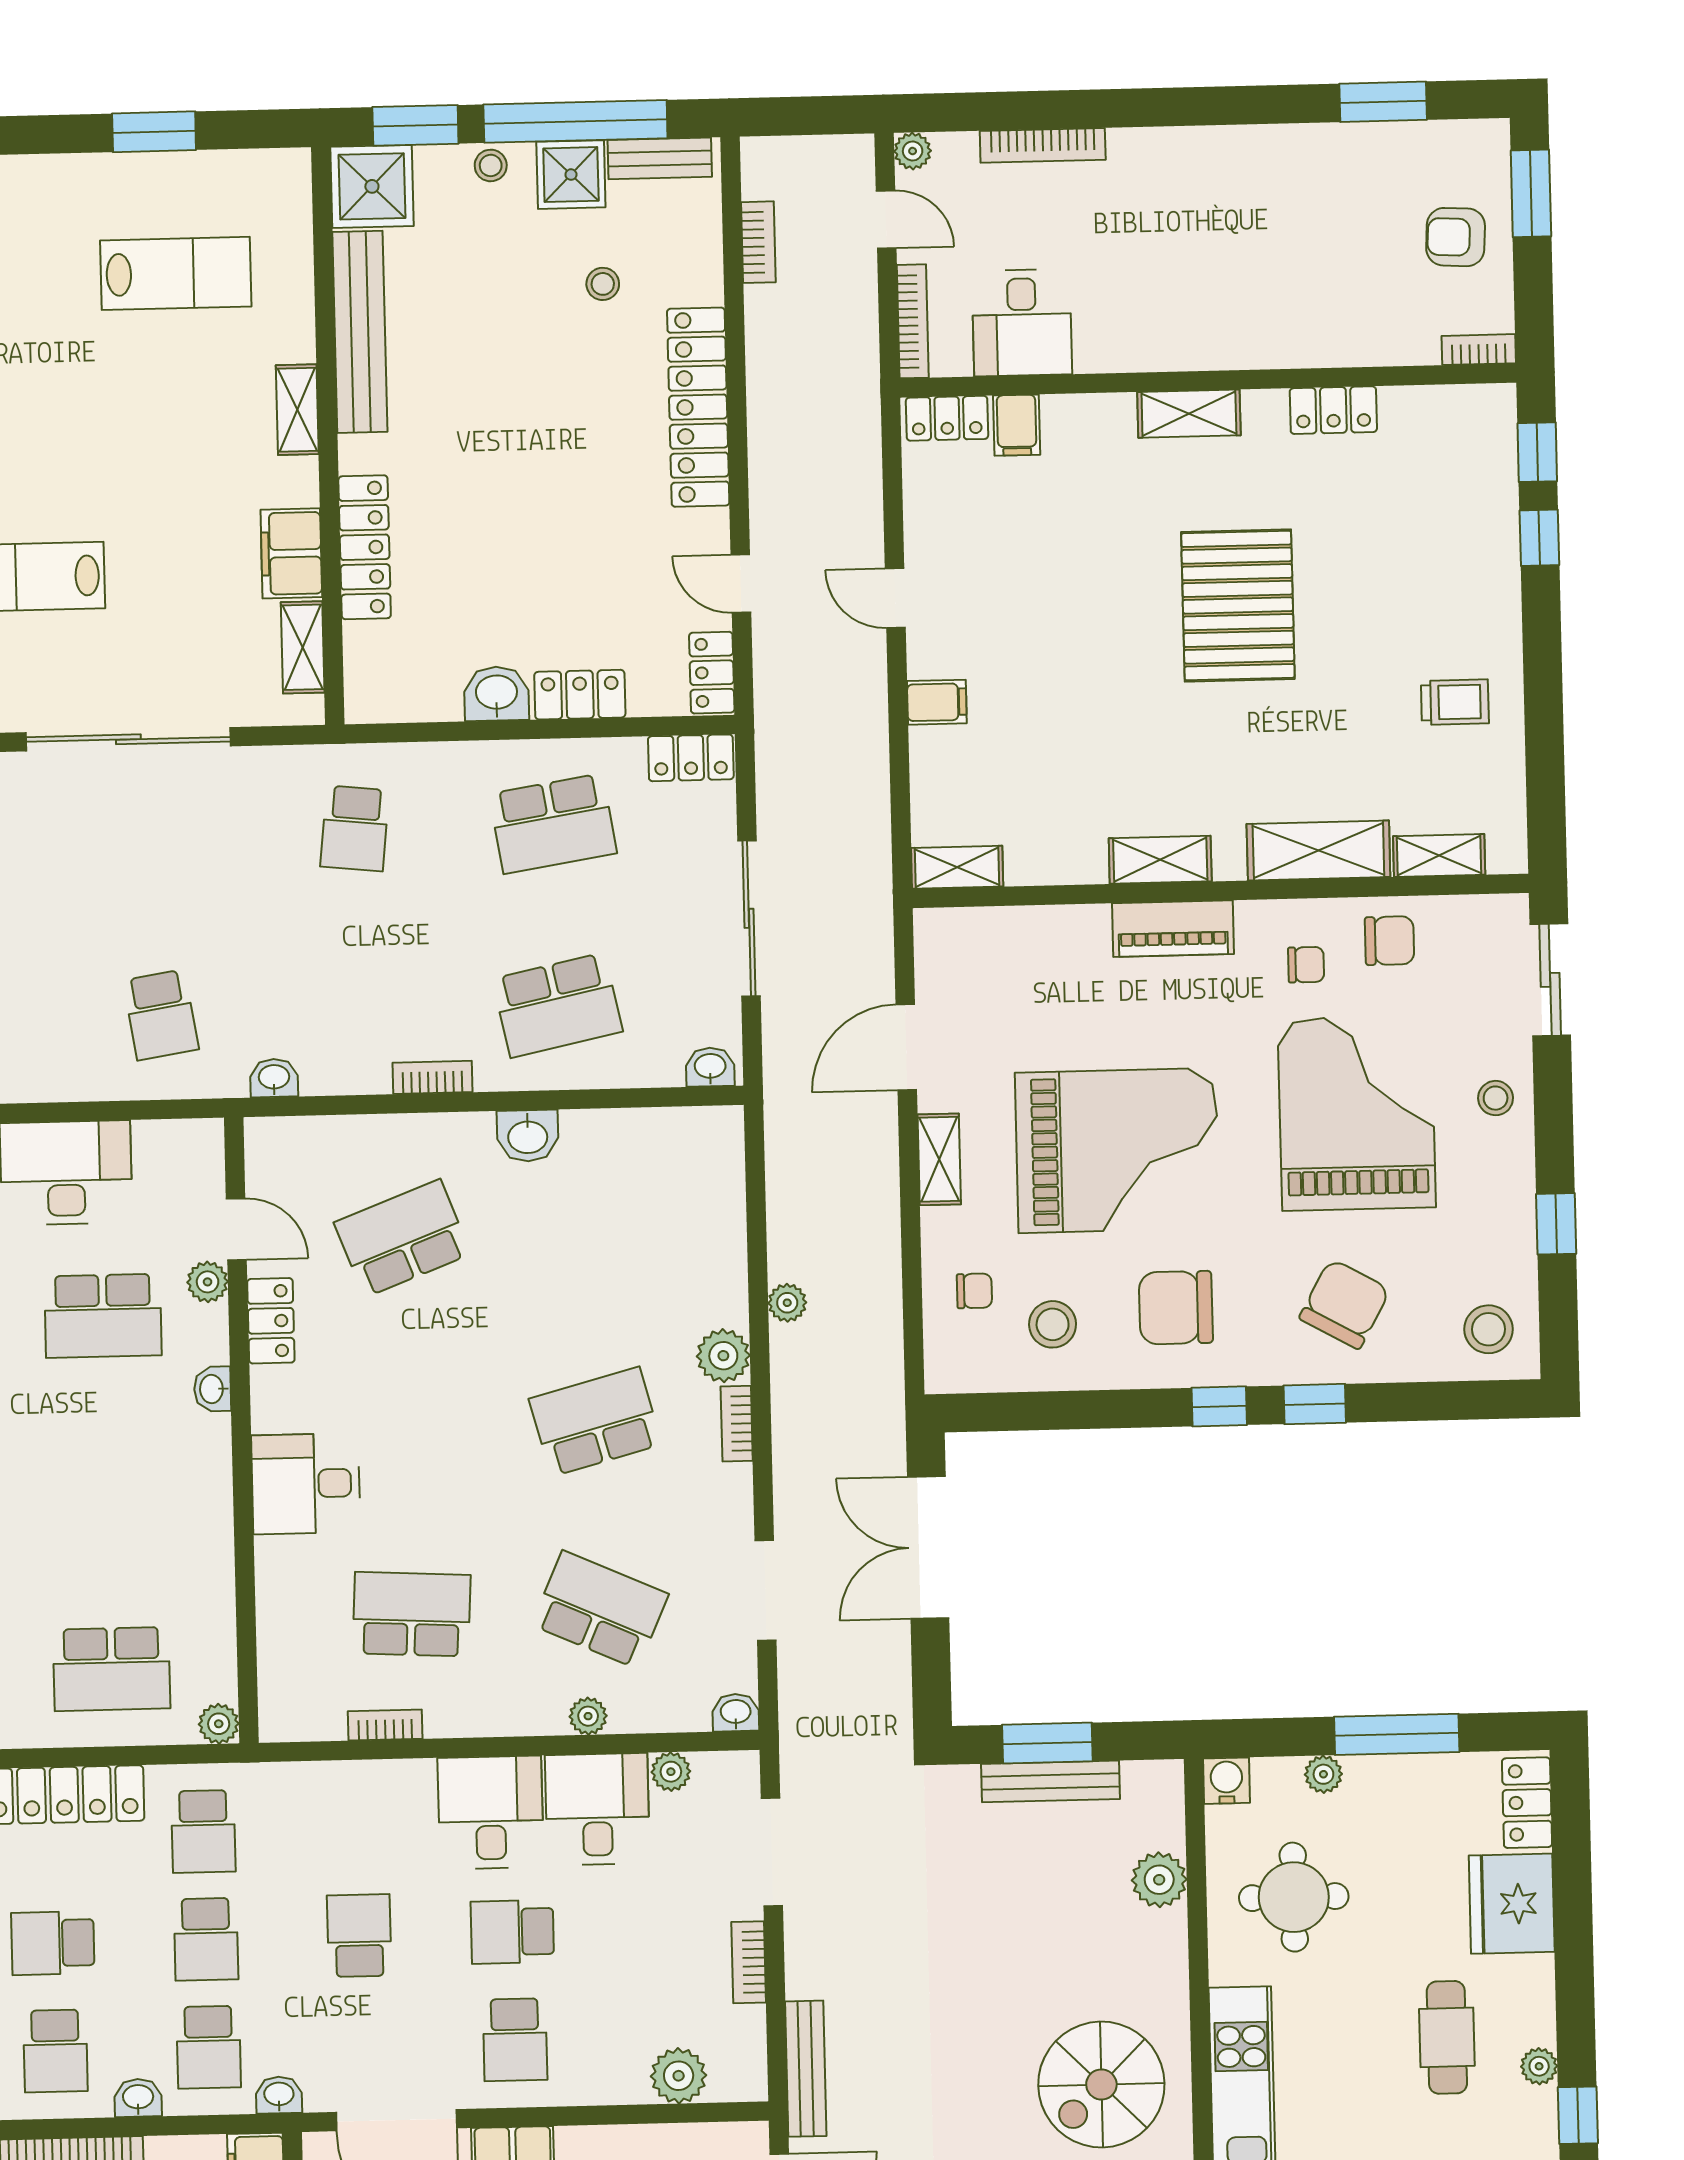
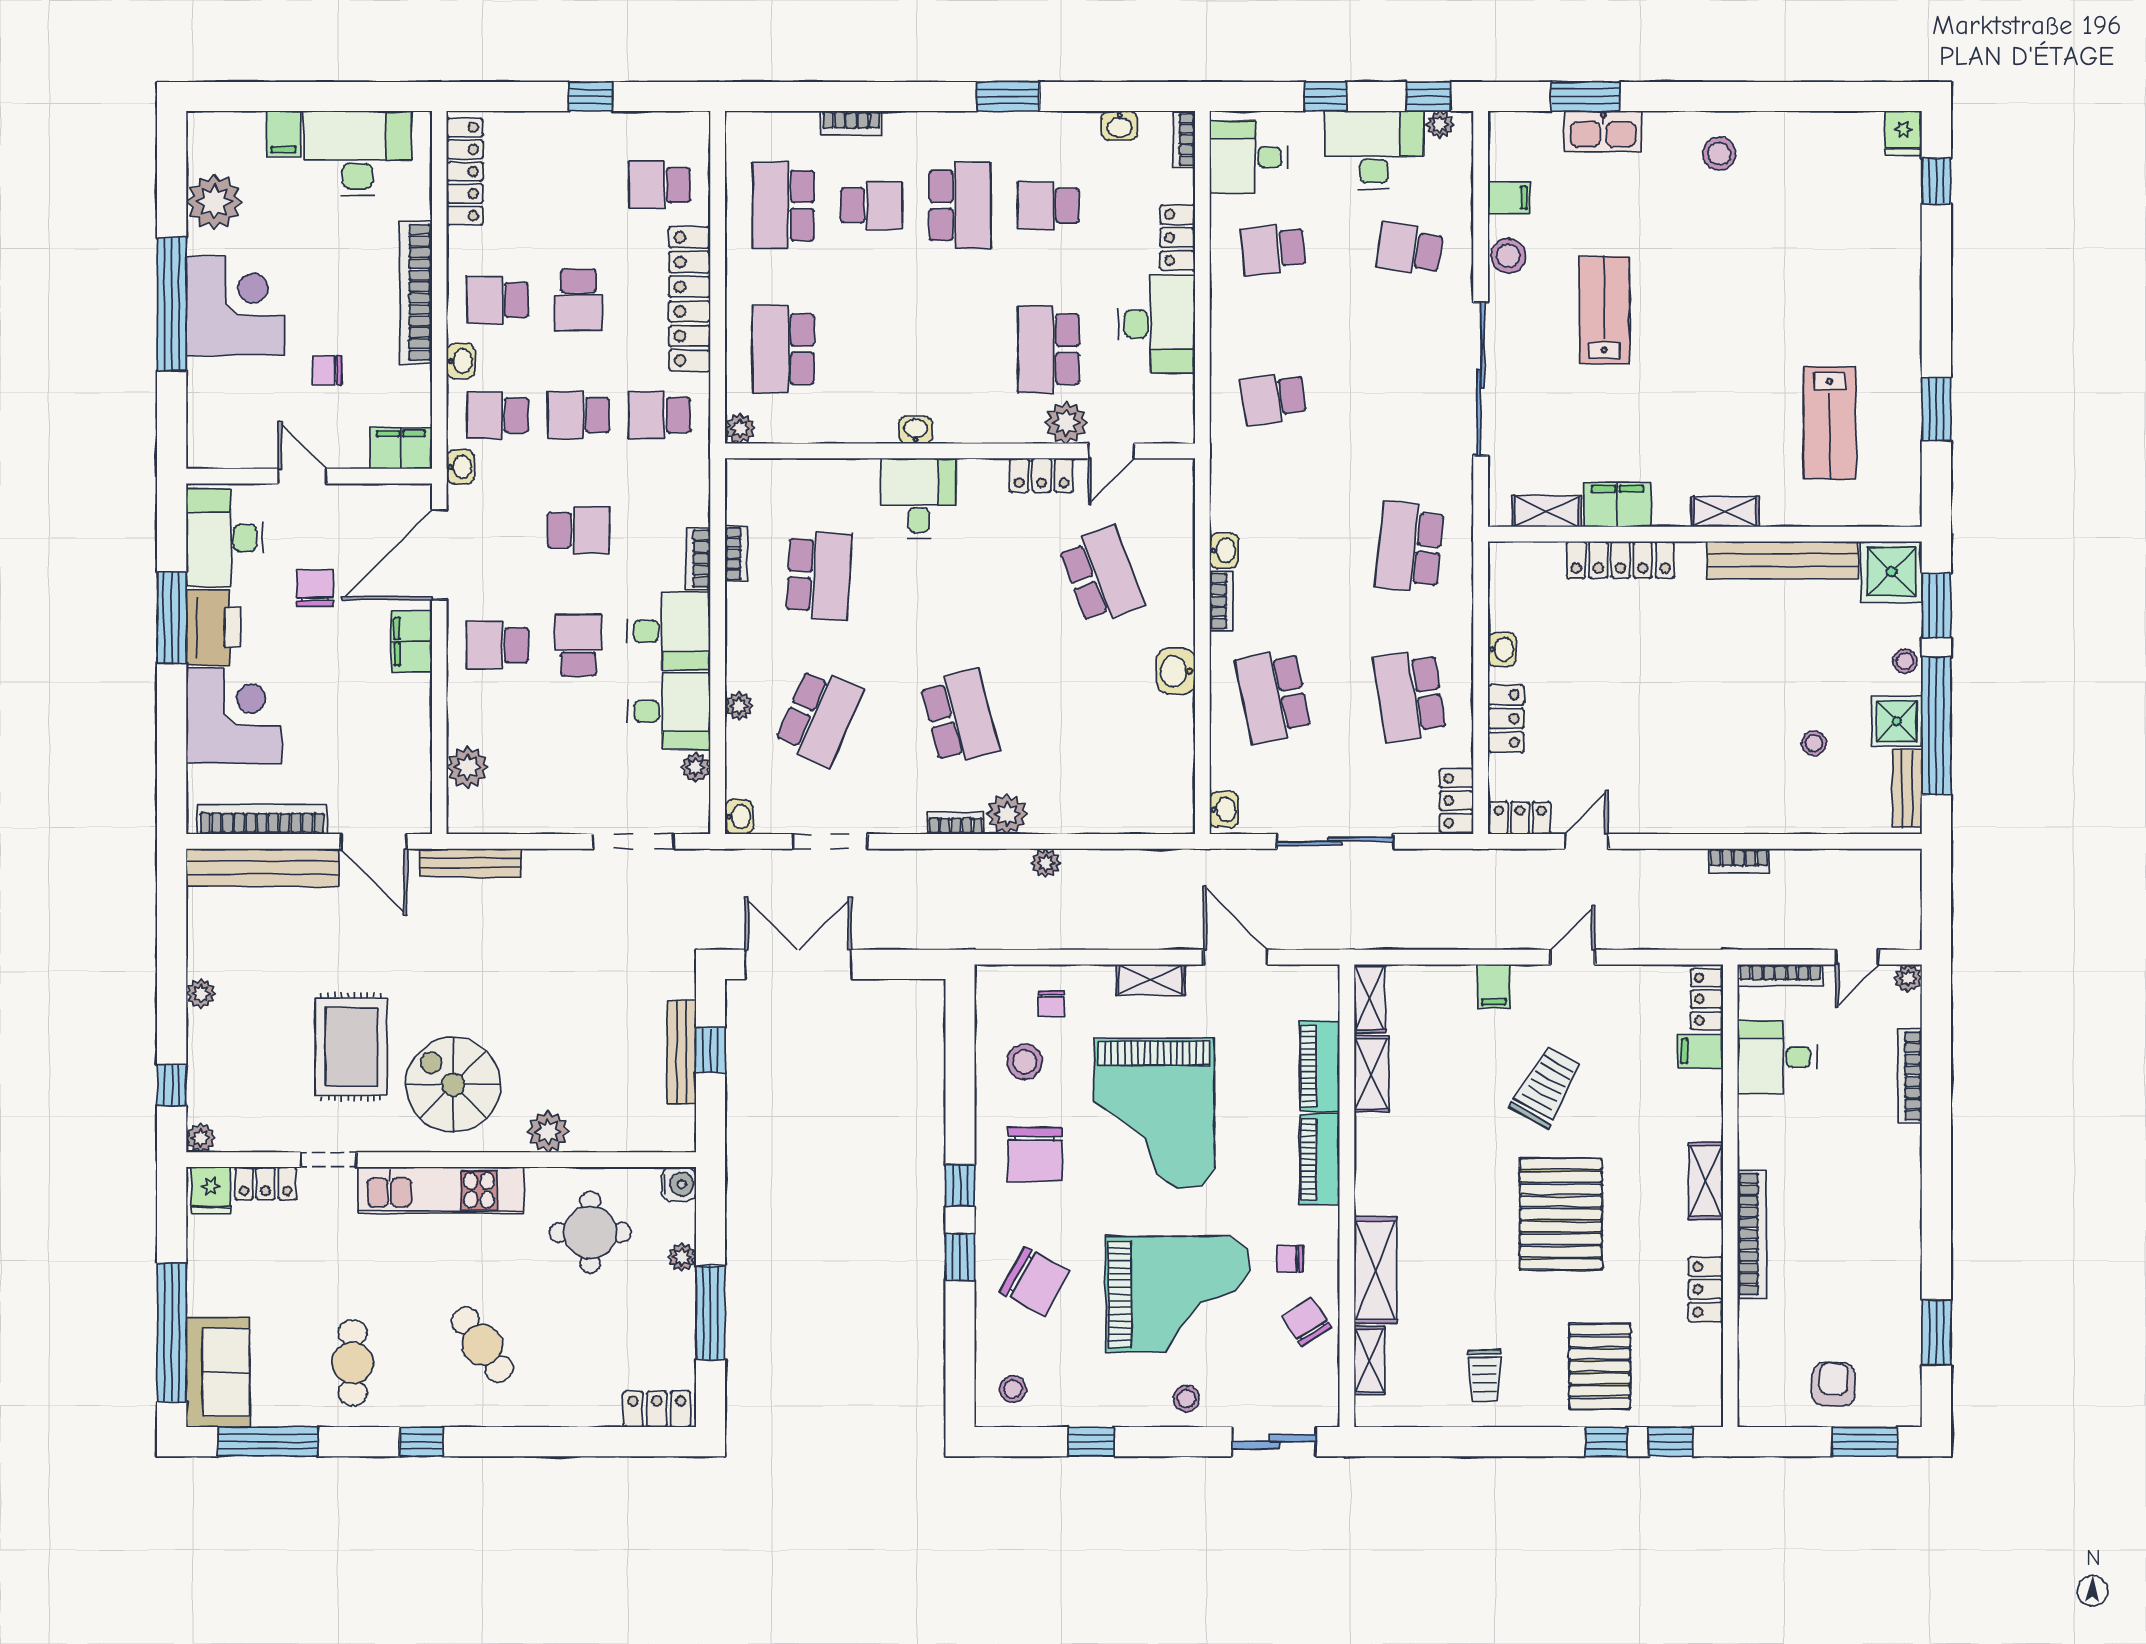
bookcase: (758, 242) -> (1739, 861), moved
bookcase: (1479, 350) -> (1752, 1234), moved, width x2.31, depth x1.31
locker: (698, 407) -> (1720, 813), removed
pallet: (1439, 549) -> (1600, 1366), added
pallet: (1238, 606) -> (1561, 1214), turned 90
trolley: (1069, 630) -> (1546, 1087), added
washbasin: (496, 694) -> (1502, 649), width x0.72, depth x0.69
school desk: (355, 828) -> (1410, 547), width x1.85
shelving: (1160, 860) -> (1371, 1074), moved
piano: (1049, 932) -> (1319, 1066), added
chair: (1390, 941) -> (1306, 1322), turned 147
chair: (1306, 965) -> (1290, 1259), turned 90
washbasin: (274, 1078) -> (1224, 551), moved
plant: (208, 1282) -> (1066, 422), width x1.38, depth x1.38
chair: (1176, 1308) -> (1035, 1155), turned 180
stool: (1489, 1329) -> (1013, 1389), width x0.73, depth x0.73
washbasin: (213, 1389) -> (916, 430), moved
double door: (928, 1548) -> (798, 964), moved
window: (1047, 1743) -> (710, 1050), width x0.67
plant: (1159, 1880) -> (548, 1132), moved
fridge: (1512, 1904) -> (581, 1396), removed
school desk: (53, 1943) -> (578, 300), turned 180
bookcase: (749, 1962) -> (698, 559), moved, turned -90
cafe table: (1447, 2037) -> (482, 1345), turned 55
plant: (1539, 2066) -> (459, 1413), removed

